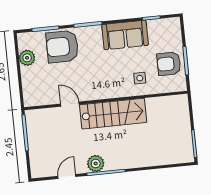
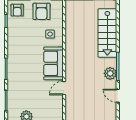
sofa: (125, 35) -> (53, 63), moved, turned 180
armchair: (62, 47) -> (17, 10), moved, width x0.53, depth x0.53
stairs: (113, 114) -> (107, 33), moved, turned 180

